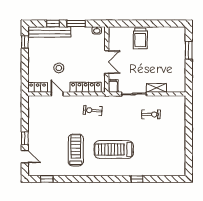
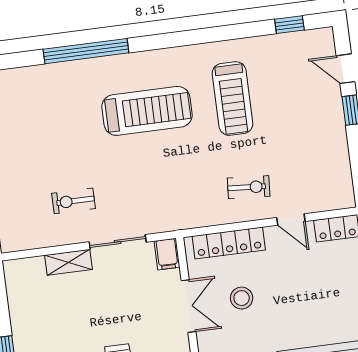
double door: (107, 62) -> (189, 306), swing flipped
stool: (59, 68) -> (242, 298), moved
exercise bike: (93, 110) -> (249, 187), moved
window: (137, 179) -> (86, 51), width x3.17

